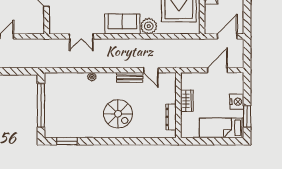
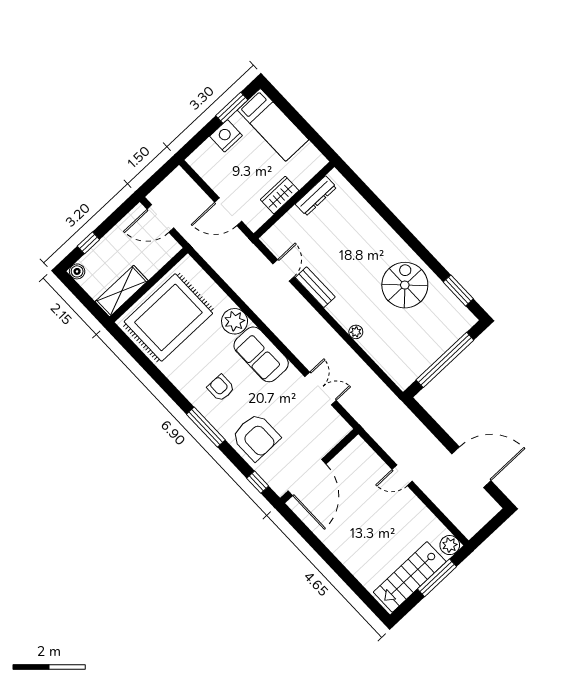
door: (217, 70) -> (228, 212), moved
spiral stairs: (118, 114) -> (405, 285), moved

